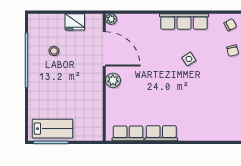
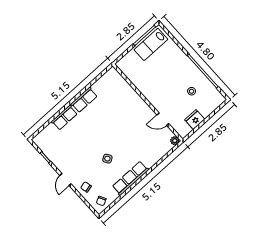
door: (104, 49) -> (163, 119), width x0.53
plant: (113, 80) -> (141, 105), removed
row of seats: (128, 133) -> (64, 118), moved

